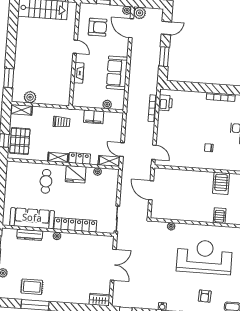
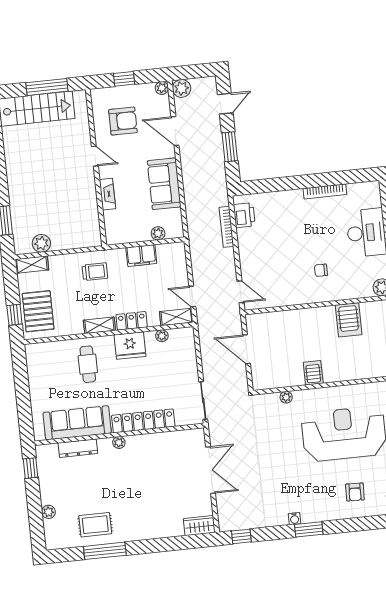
door: (131, 28) -> (175, 131), moved
server rack: (220, 216) -> (313, 373), moved

